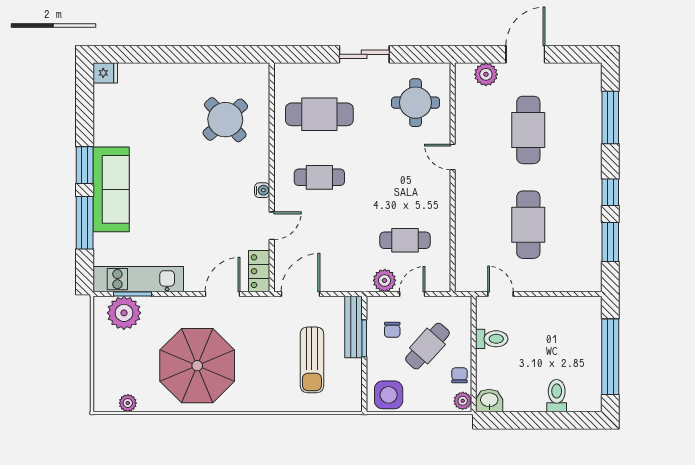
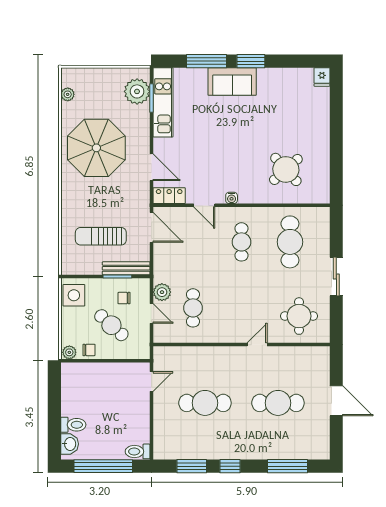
plant: (486, 74) -> (321, 370), removed
sofa: (111, 189) -> (232, 81), width x0.73
toilet: (492, 339) -> (138, 451), moved, turned 90
washbasin: (489, 400) -> (70, 444), moved

